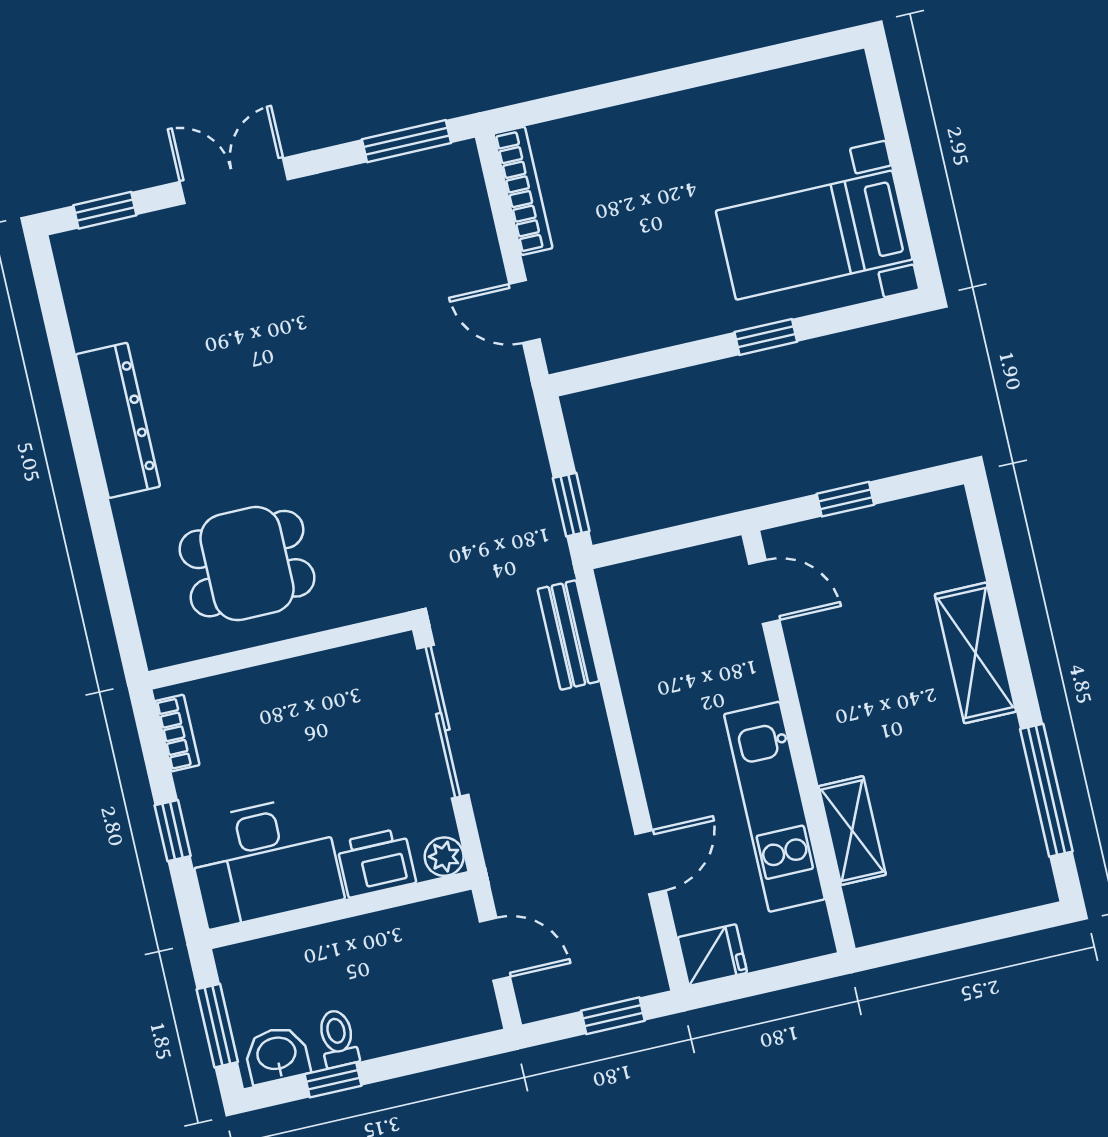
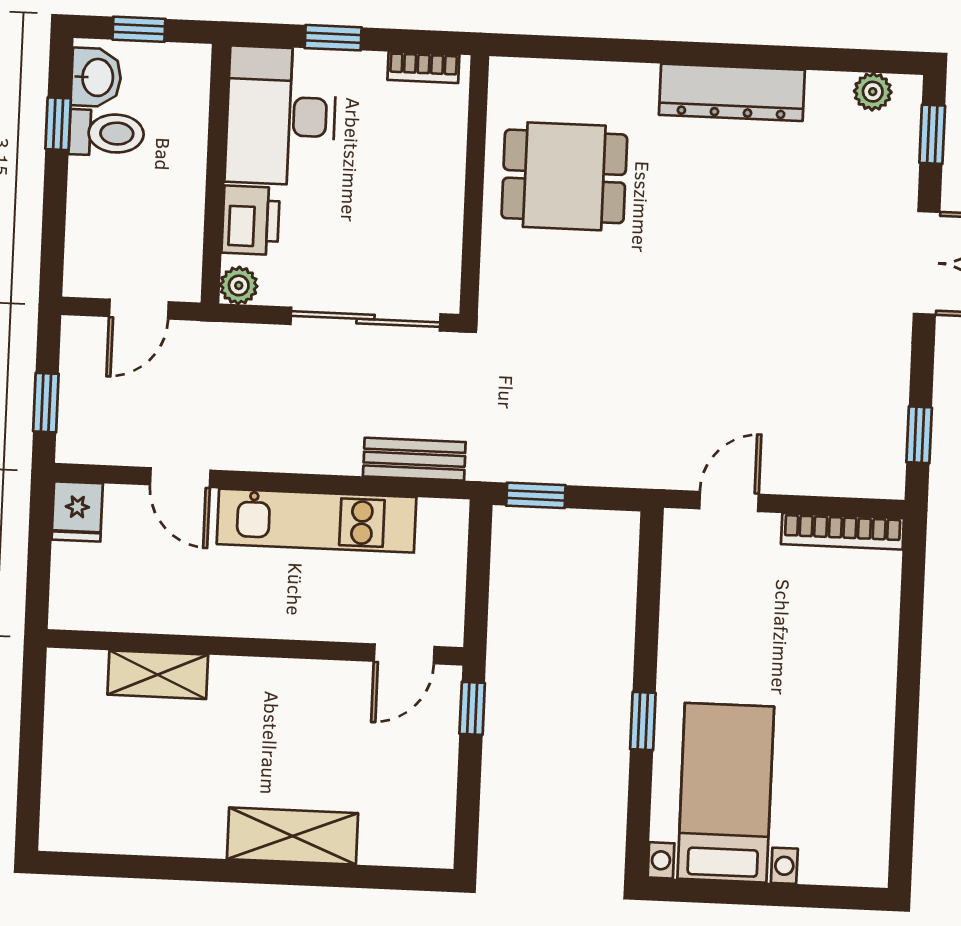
window: (406, 141) -> (919, 435), width x0.67
plant: (79, 281) -> (873, 92), added
window: (845, 499) -> (472, 708), moved
dining table: (247, 564) -> (564, 176), turned 90
window: (1046, 790) -> (145, 867), removed
kitchen unit: (774, 807) -> (317, 521), moved, turned 180
window: (217, 1026) -> (139, 29), width x0.67
toilet: (338, 1038) -> (106, 133), width x1.37, depth x1.39

